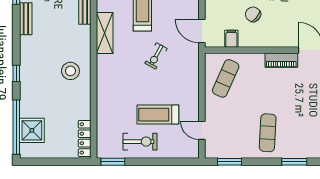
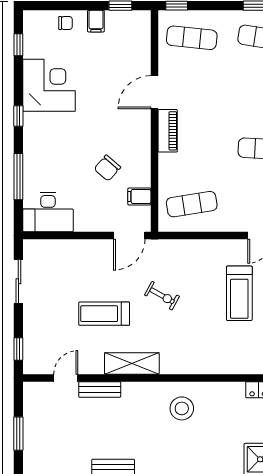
exercise mat: (226, 78) -> (192, 204), turned -33

